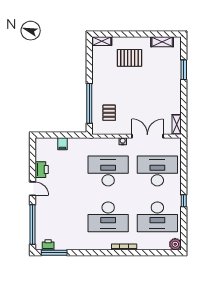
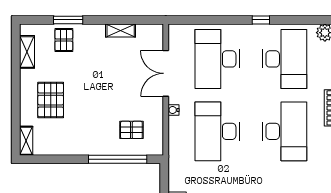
pallet: (170, 67) -> (64, 40), added
shelving: (177, 124) -> (121, 31), moved

